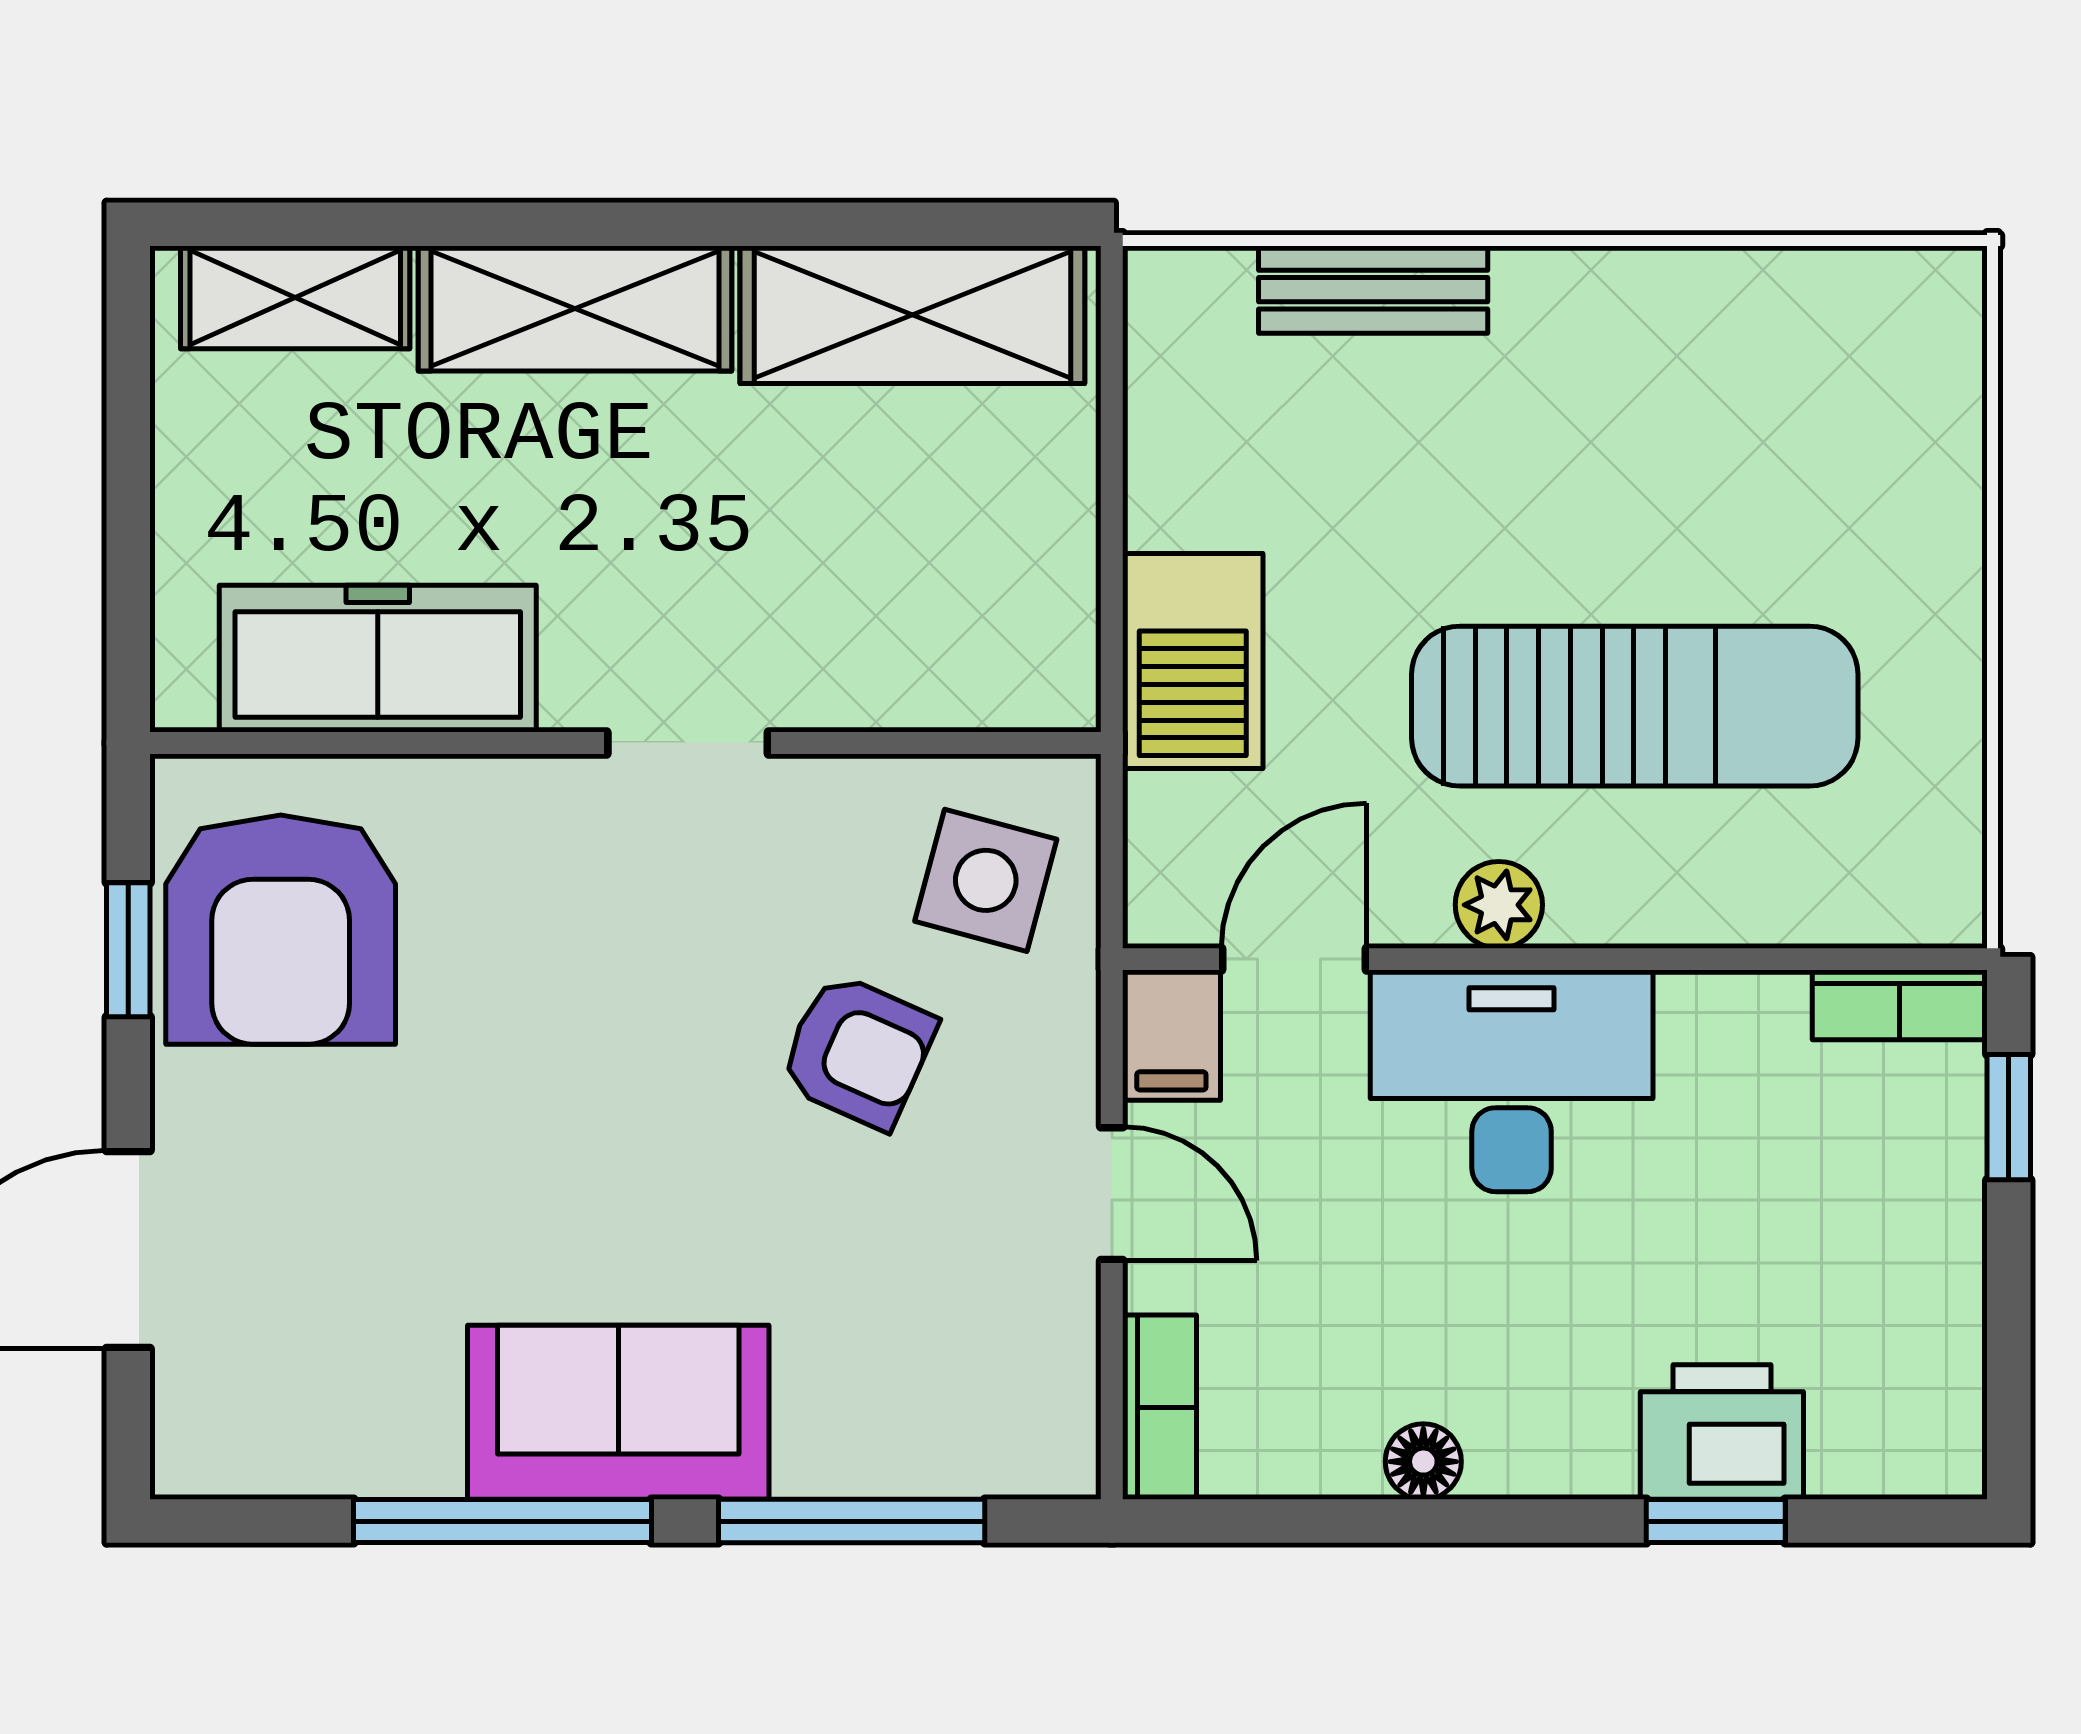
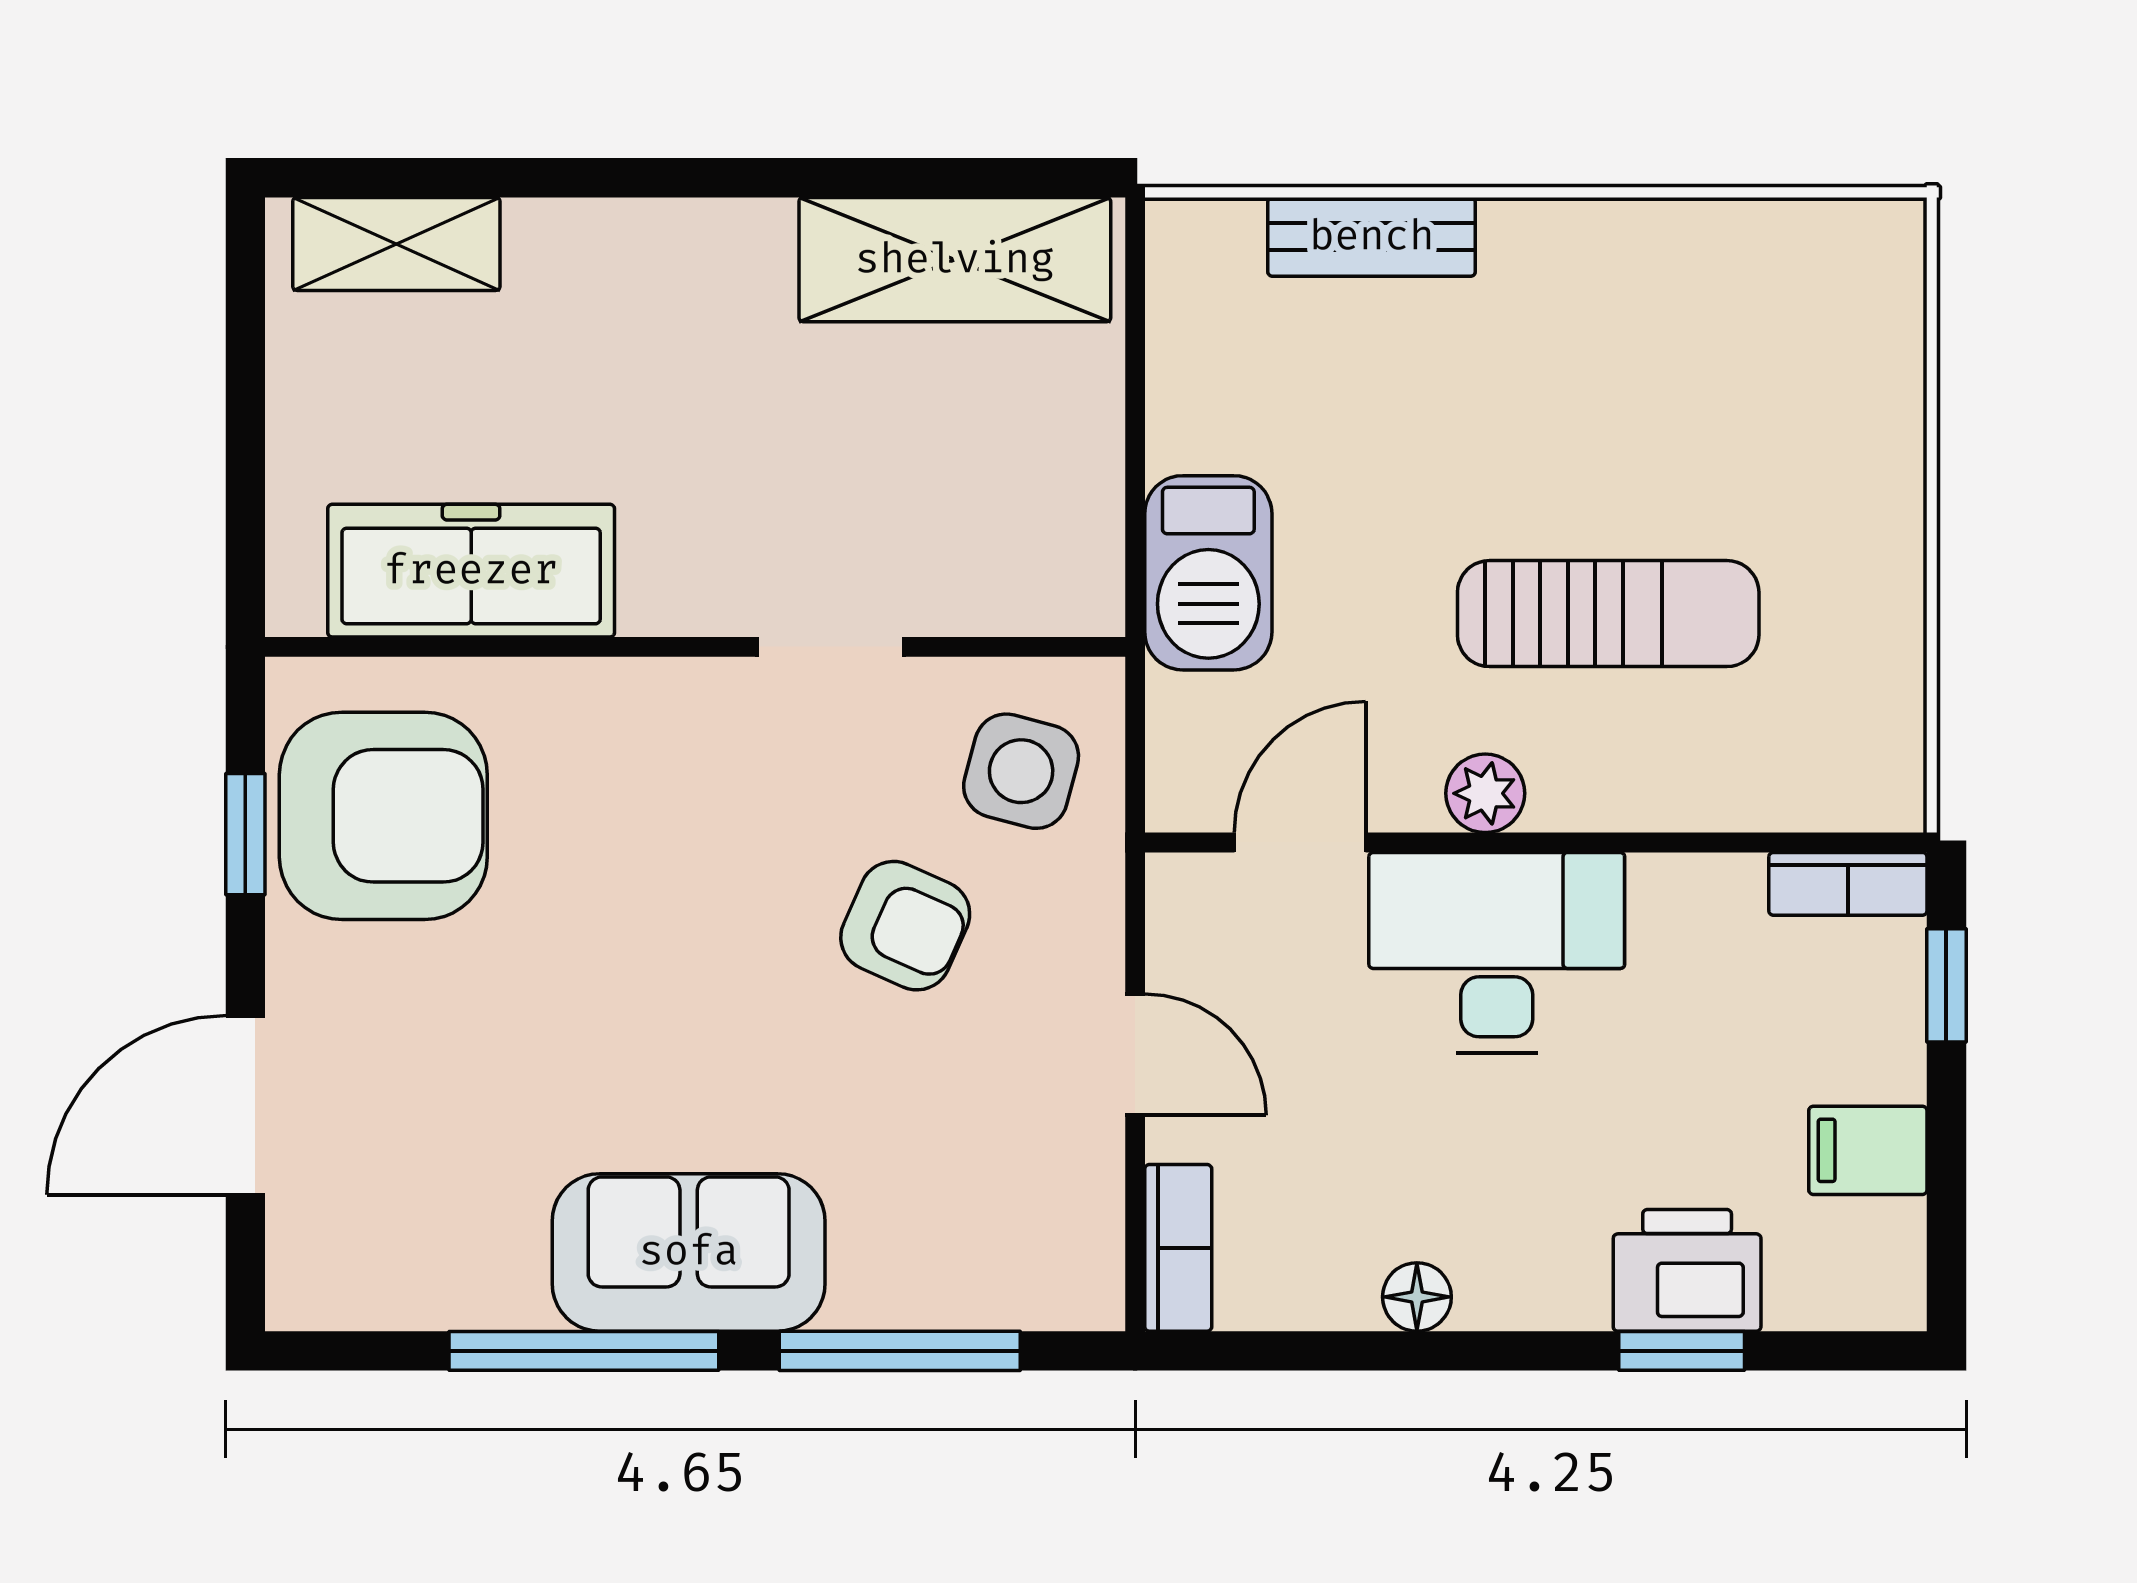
shelving: (575, 309) -> (650, 254), removed
sun lounger: (1635, 706) -> (1608, 614), width x0.73, depth x0.75
doorway: (688, 743) -> (831, 647), moved
armchair: (281, 930) -> (383, 816), turned -90
filing cabinet: (1171, 1035) -> (1868, 1150), moved, turned 90

